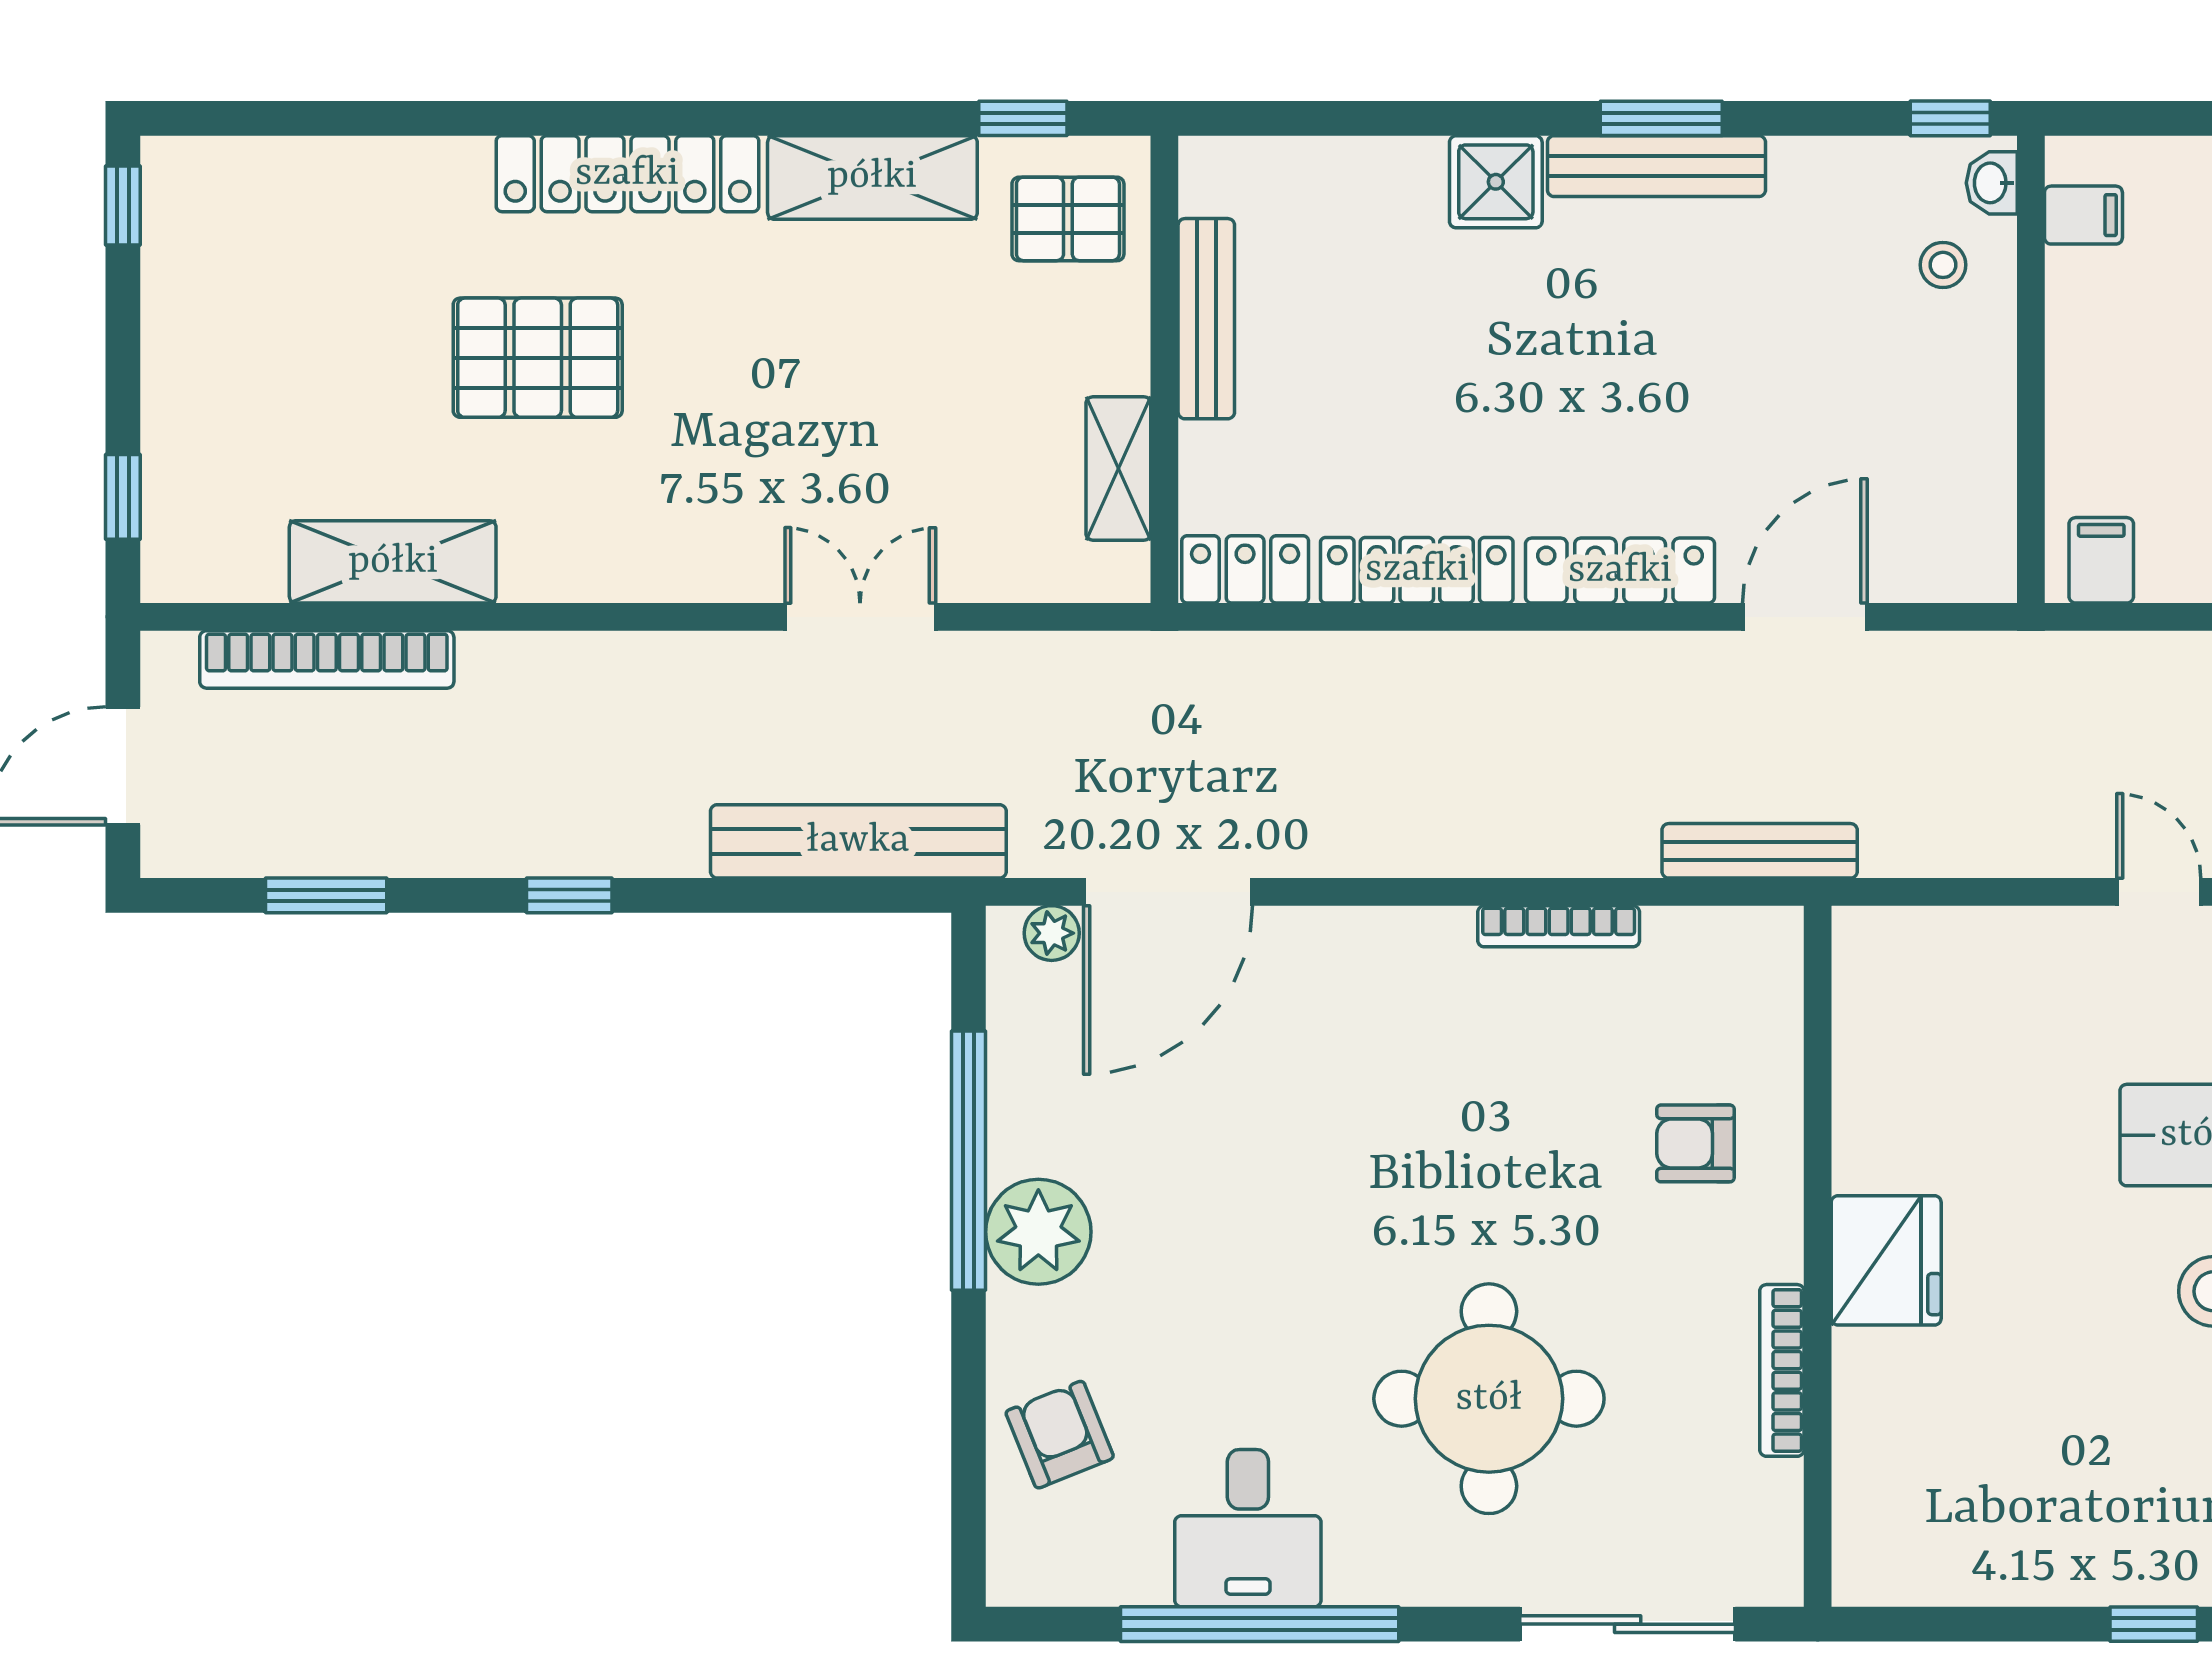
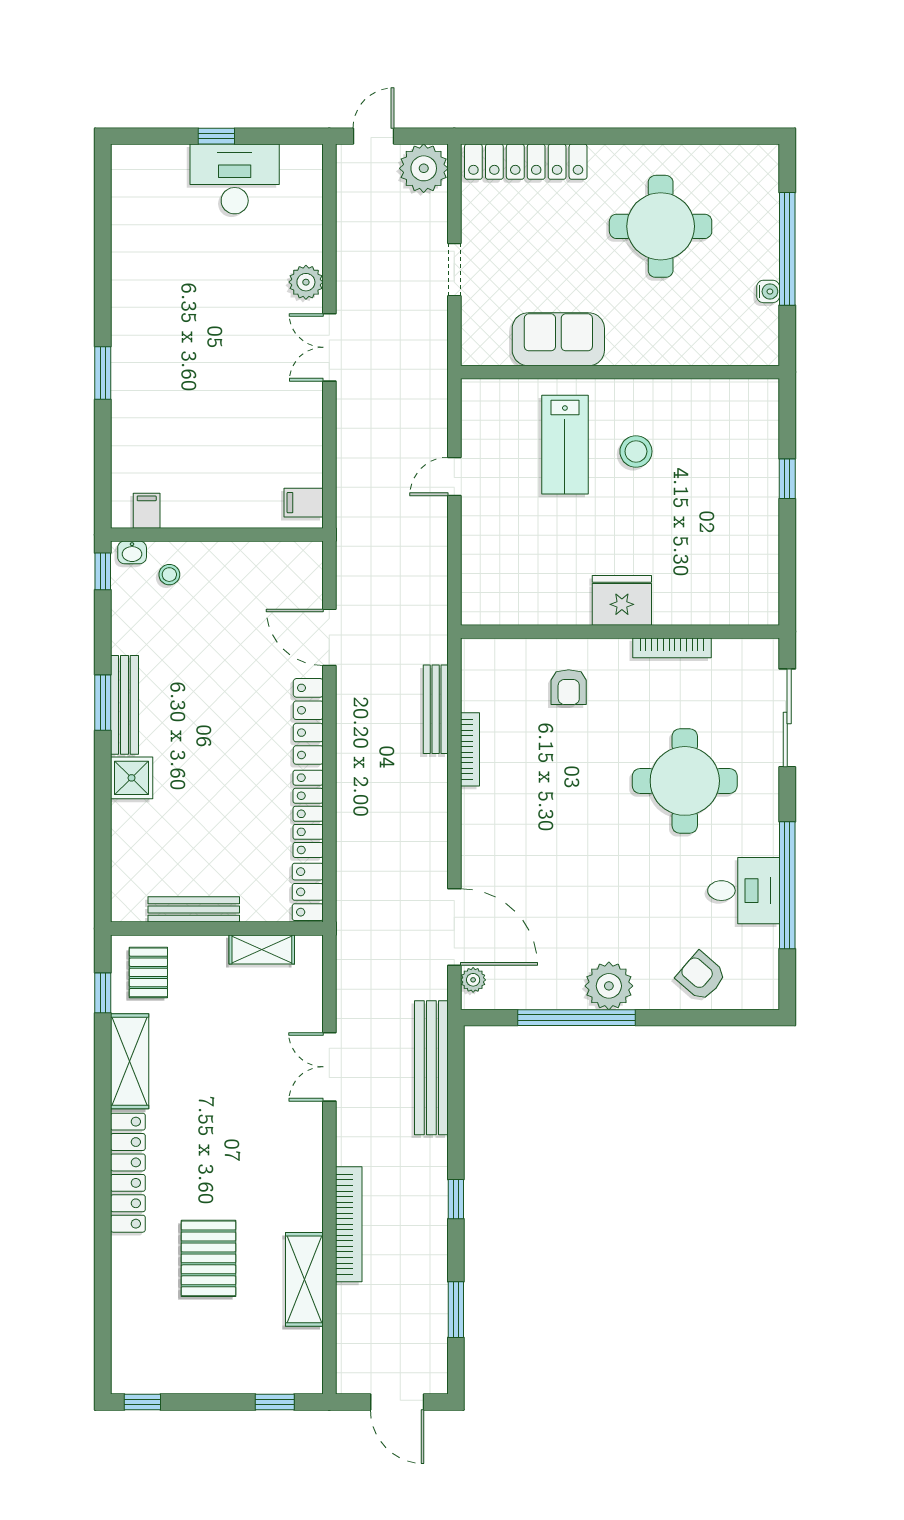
pallet: (538, 358) -> (209, 1258), moved
bookcase: (327, 659) -> (349, 1224), moved
bench: (1760, 851) -> (436, 709), moved
armchair: (1060, 1435) -> (701, 976), turned 63

